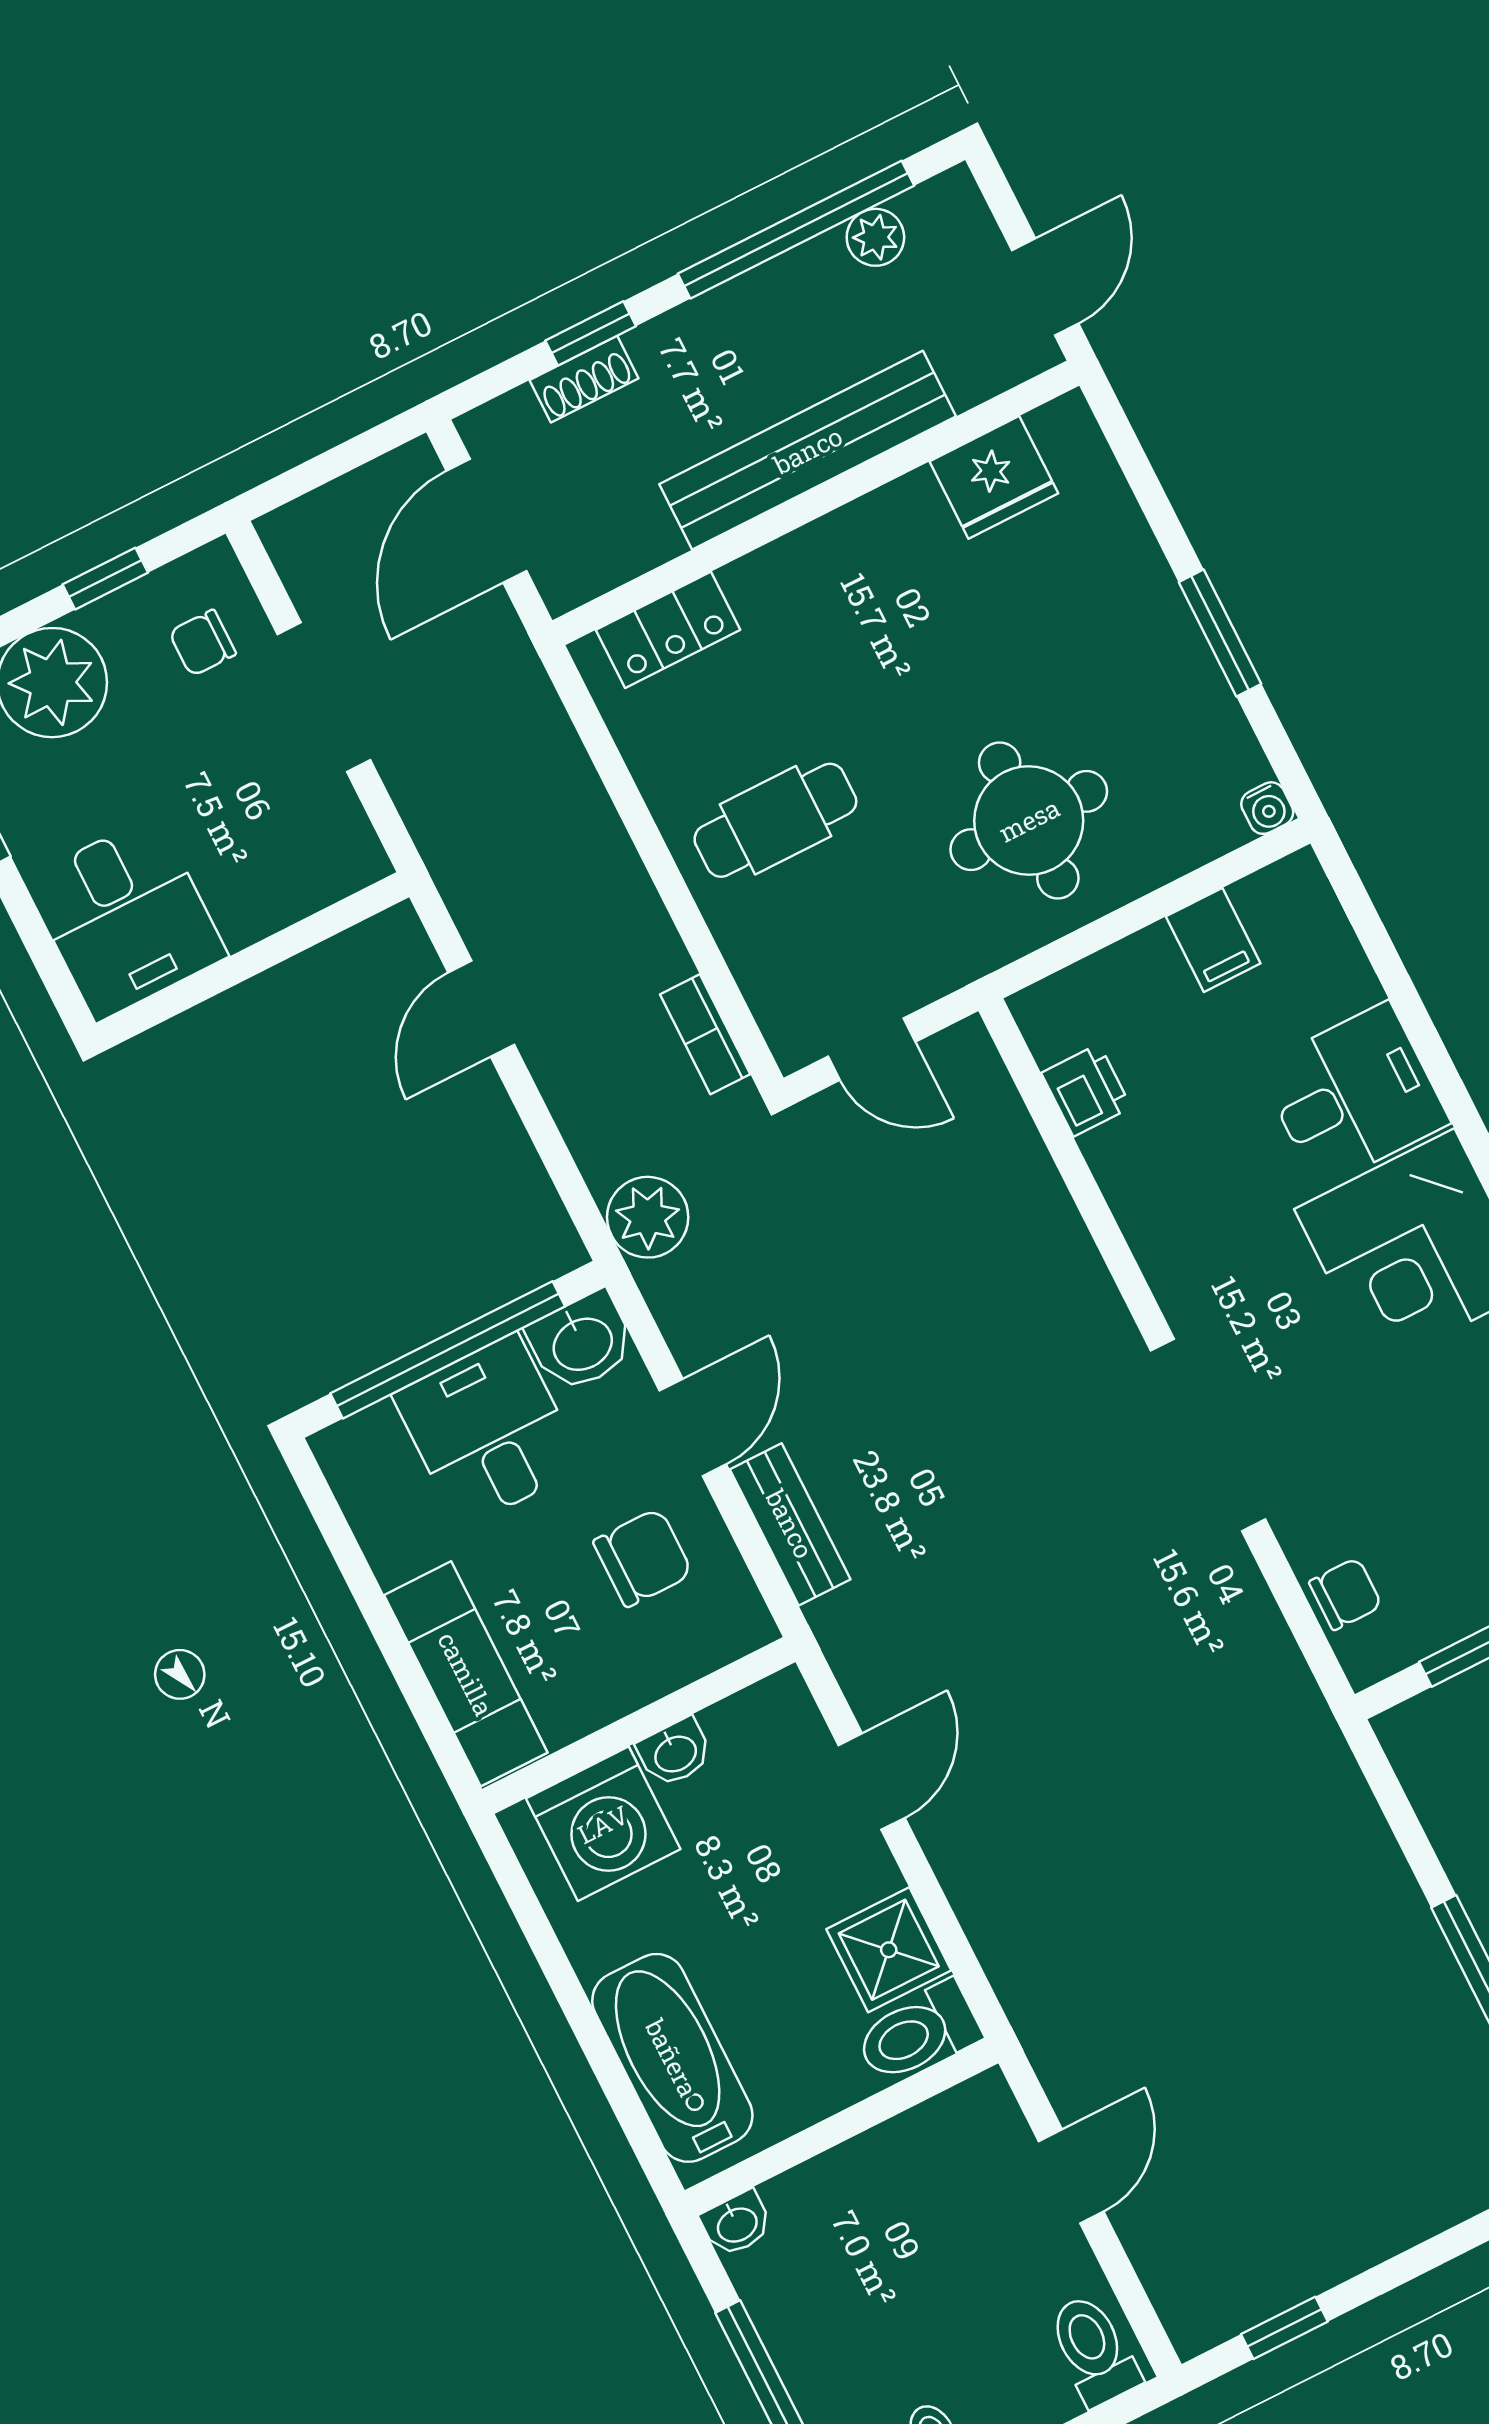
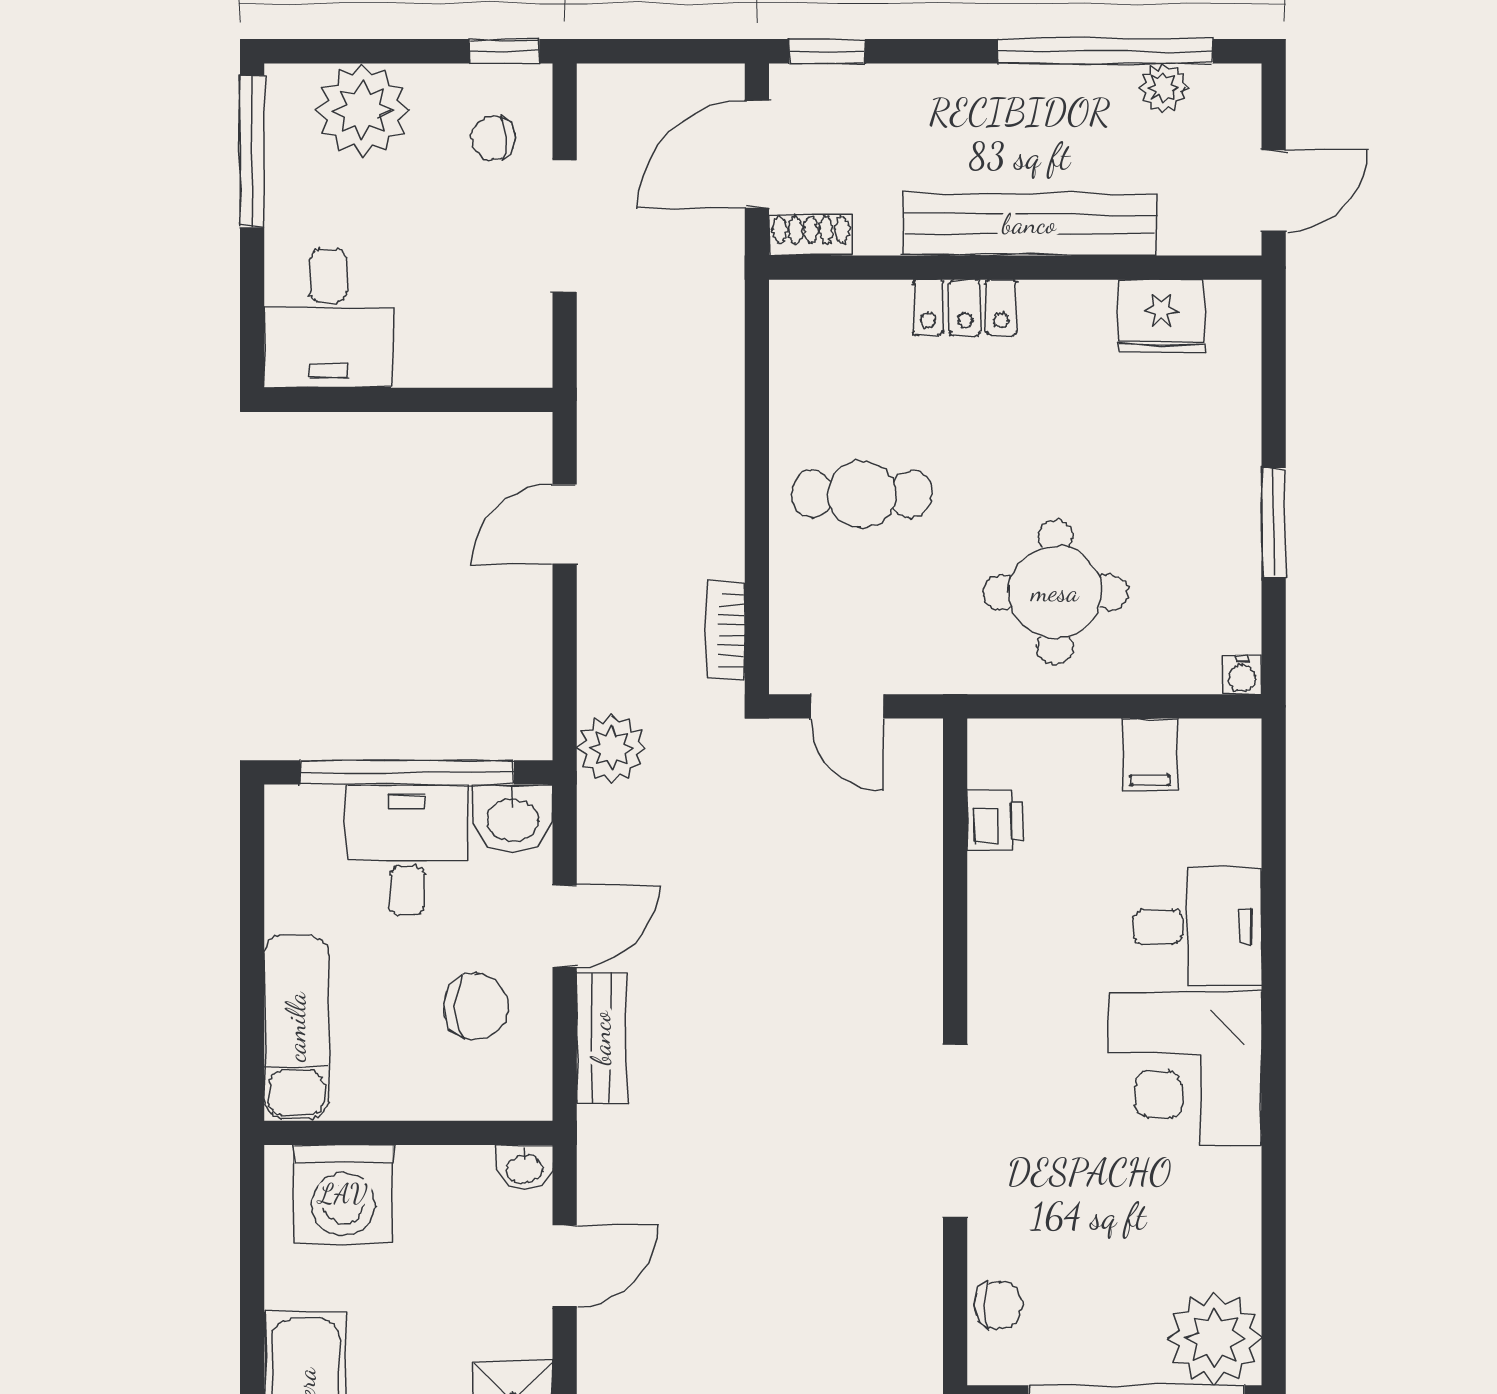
window: (591, 333) -> (827, 51), moved
shoe rack: (584, 379) -> (811, 235), moved, turned 180
window: (105, 579) -> (504, 51), moved
locker: (668, 630) -> (965, 307), moved
washbasin: (675, 1753) -> (524, 1168), moved

